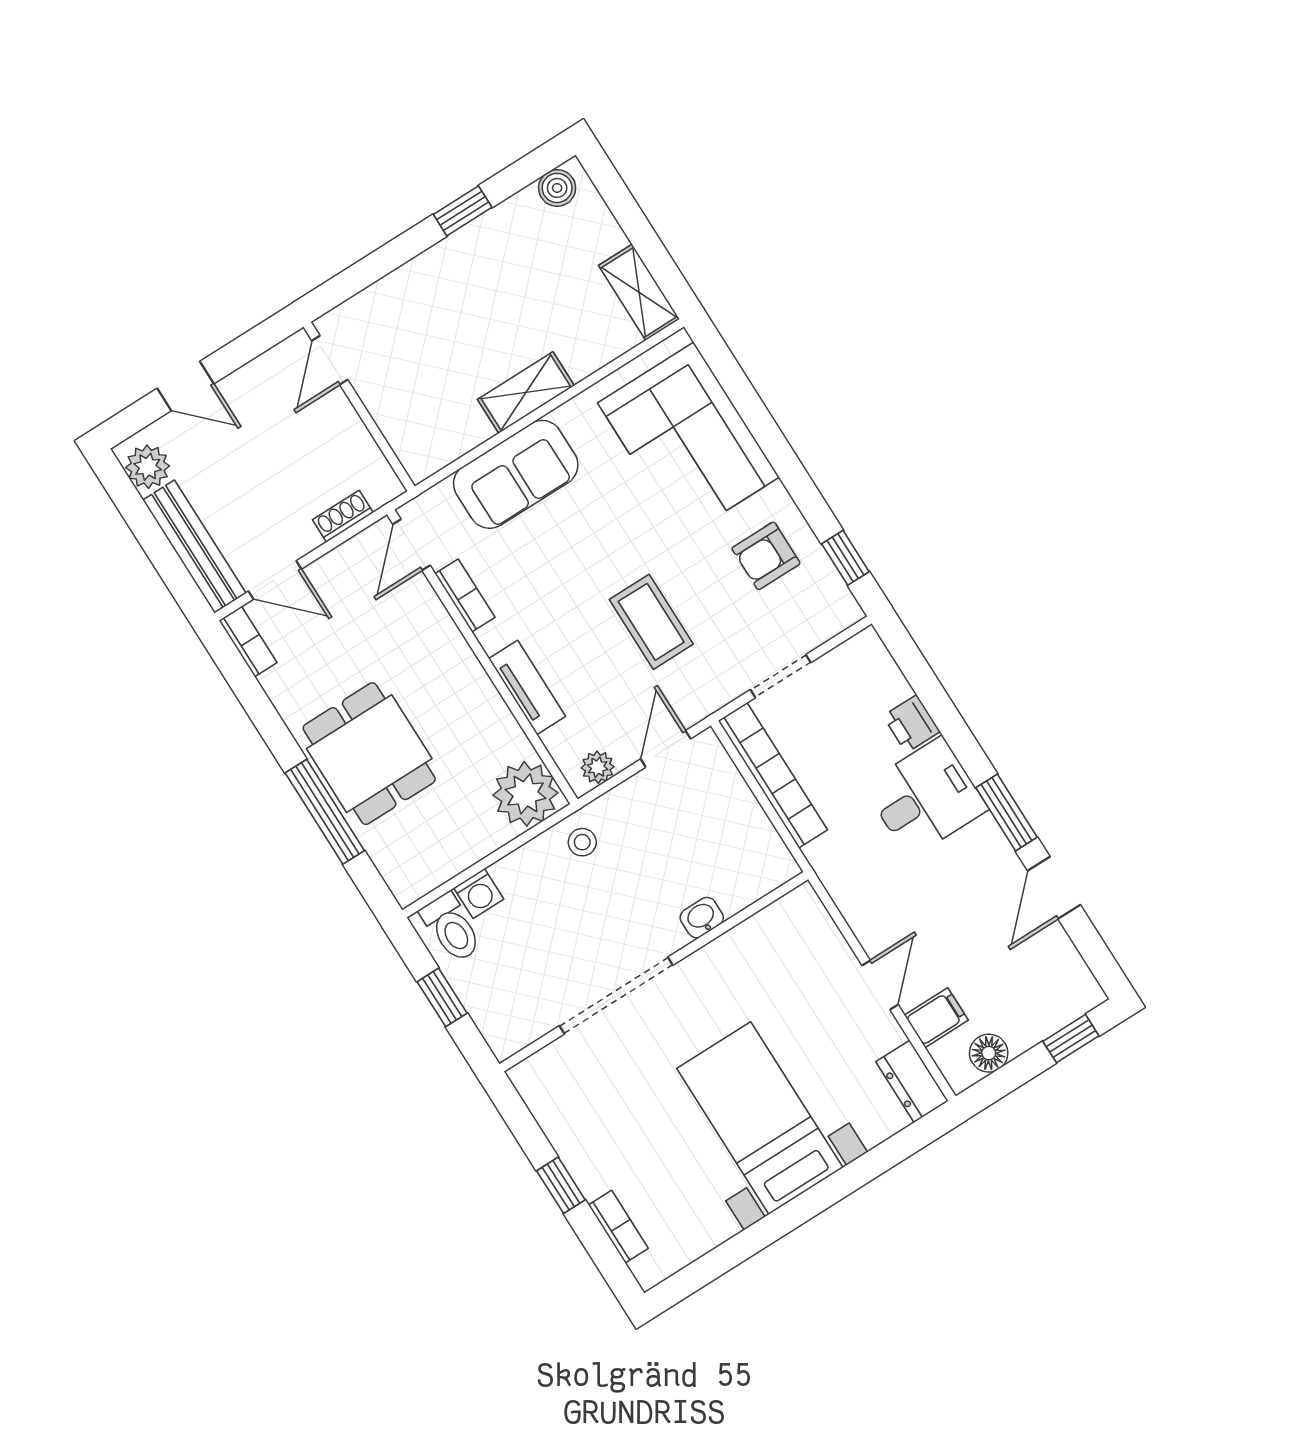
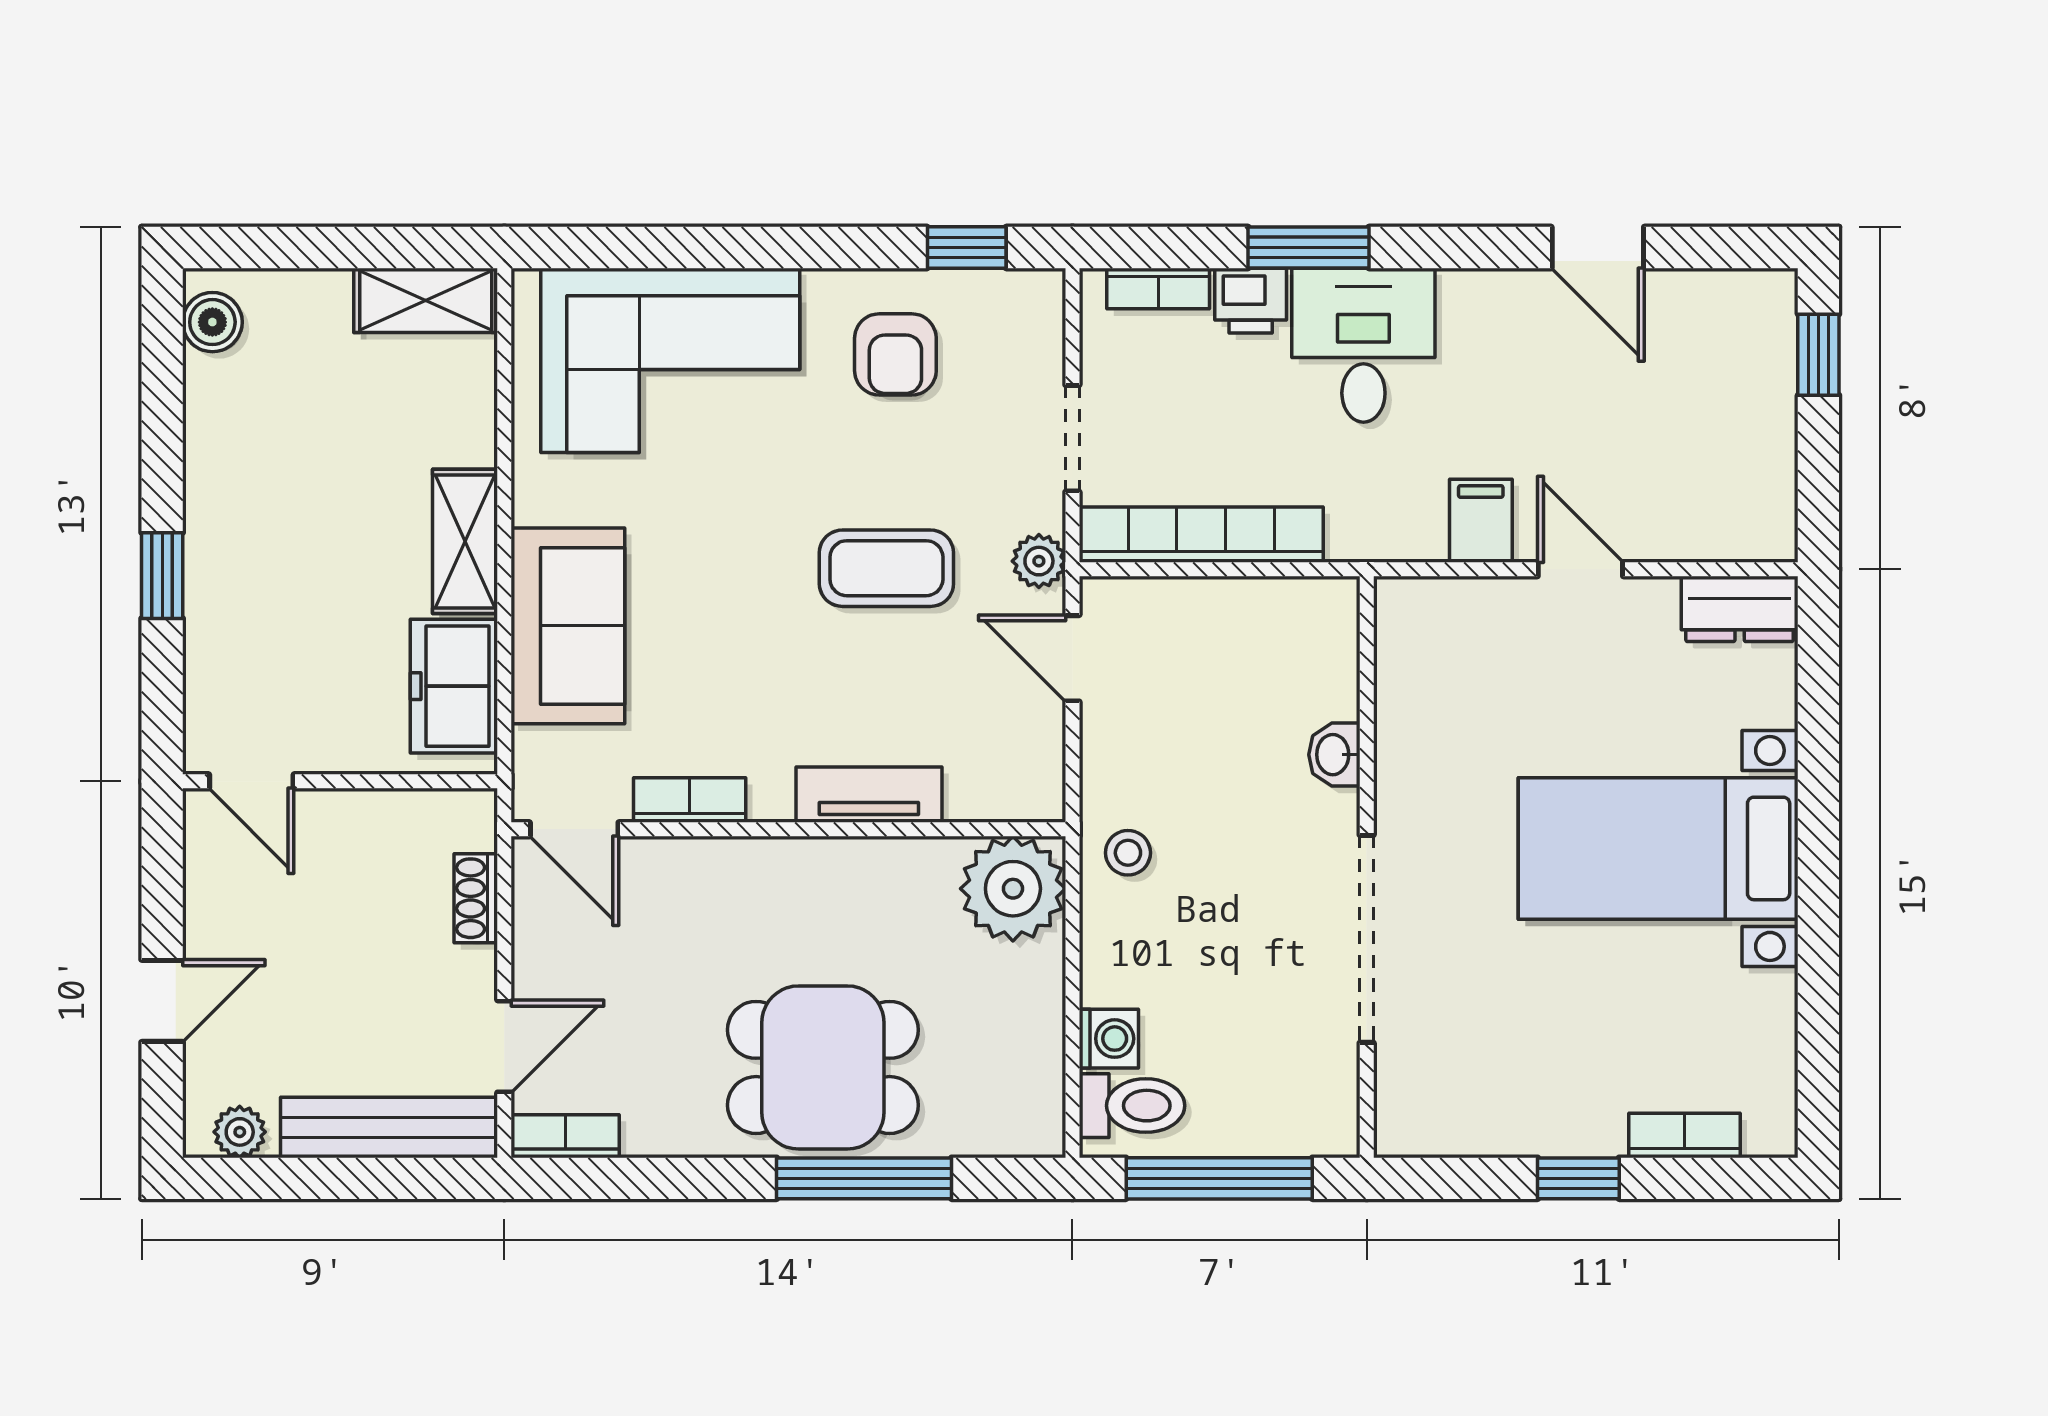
window: (463, 211) -> (162, 576), moved
freezer: (447, 435) -> (454, 686), added
plant: (148, 467) -> (240, 1132), width x0.73, depth x0.73
bookcase: (887, 671) -> (1158, 288), added
plant: (598, 767) -> (1039, 561), moved
window: (1006, 812) -> (1309, 247), moved
window: (442, 997) -> (1219, 1178), width x2.17
filing cabinet: (936, 1018) -> (1481, 521), moved
floor lamp: (989, 1053) -> (1767, 480), removed

